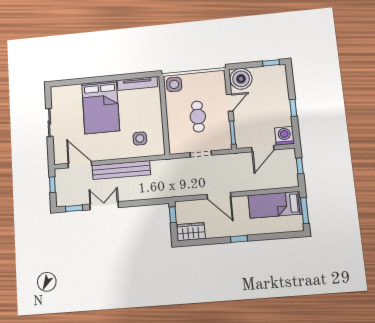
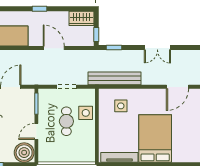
side table: (174, 84) -> (86, 113), moved
door: (80, 165) -> (177, 87), hinge flipped
bench: (121, 170) -> (114, 78), moved
window: (74, 208) -> (114, 47), moved

